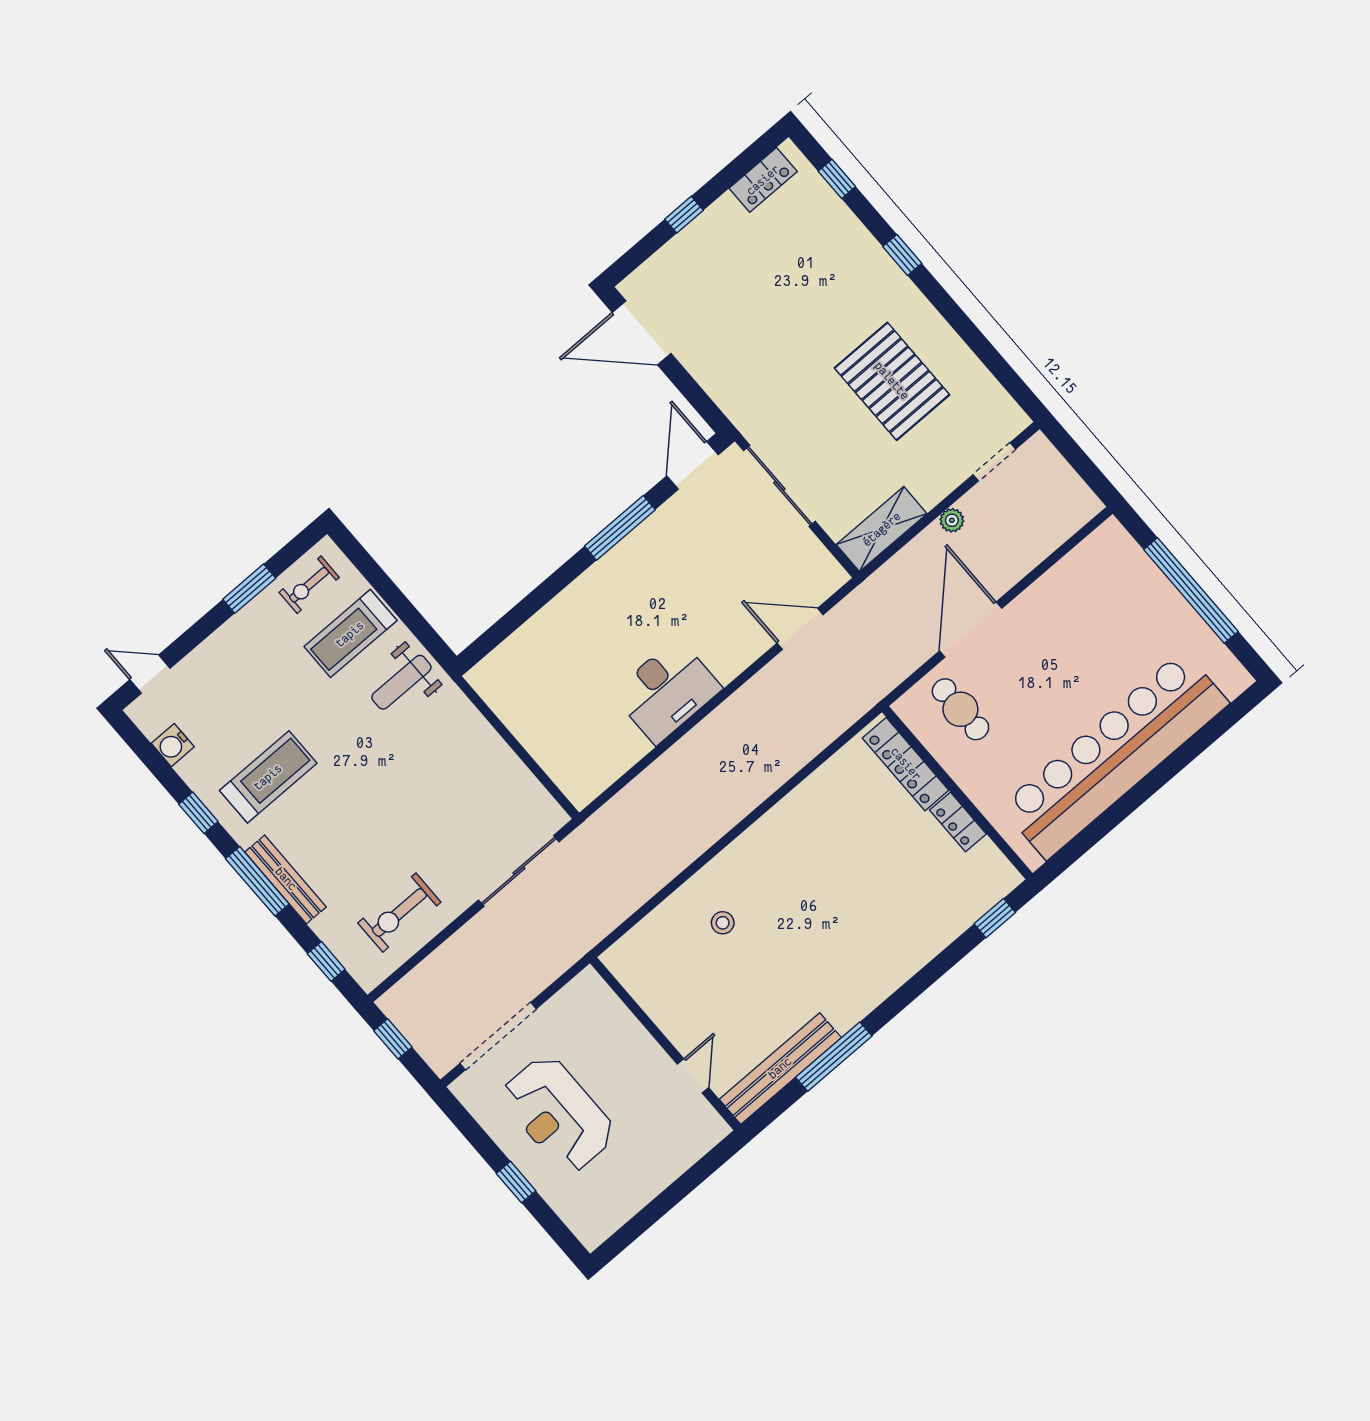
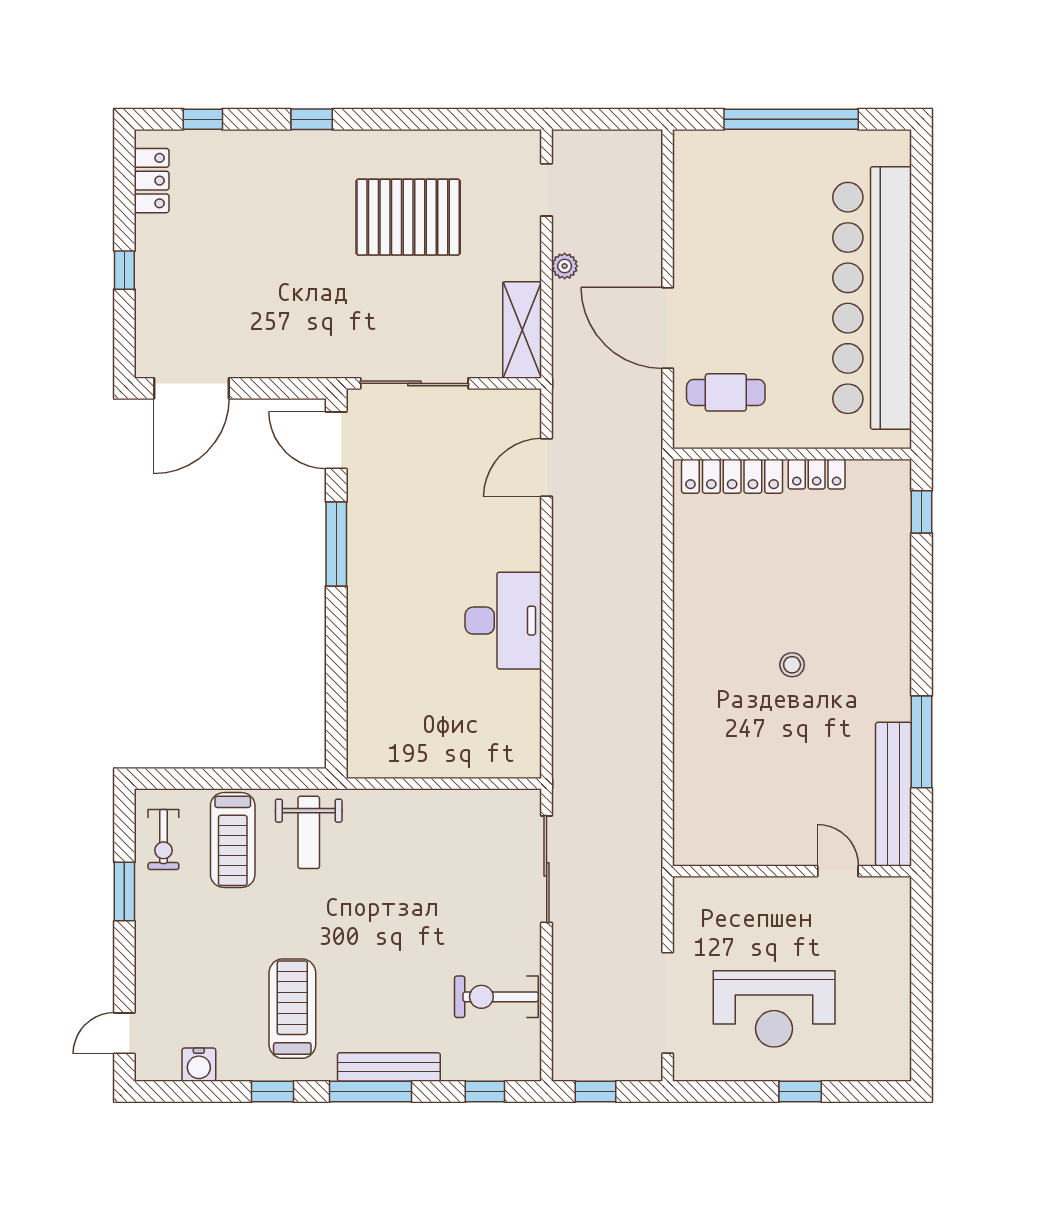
exercise bike: (399, 913) -> (496, 997), turned 90
stool: (723, 923) -> (792, 665), moved

